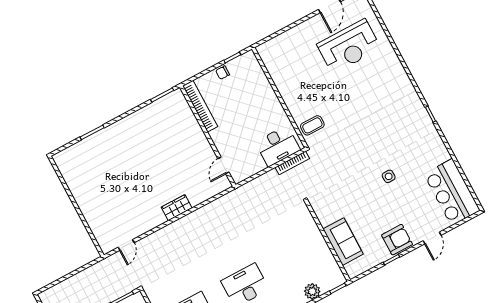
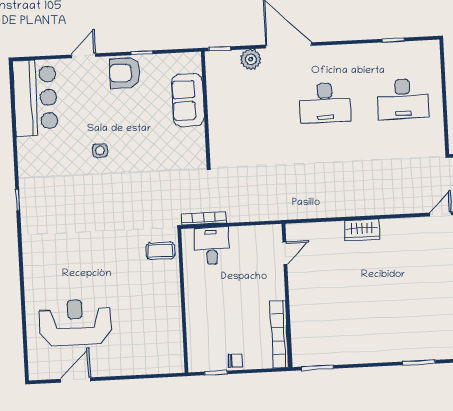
desk: (278, 146) -> (212, 246), width x0.73

